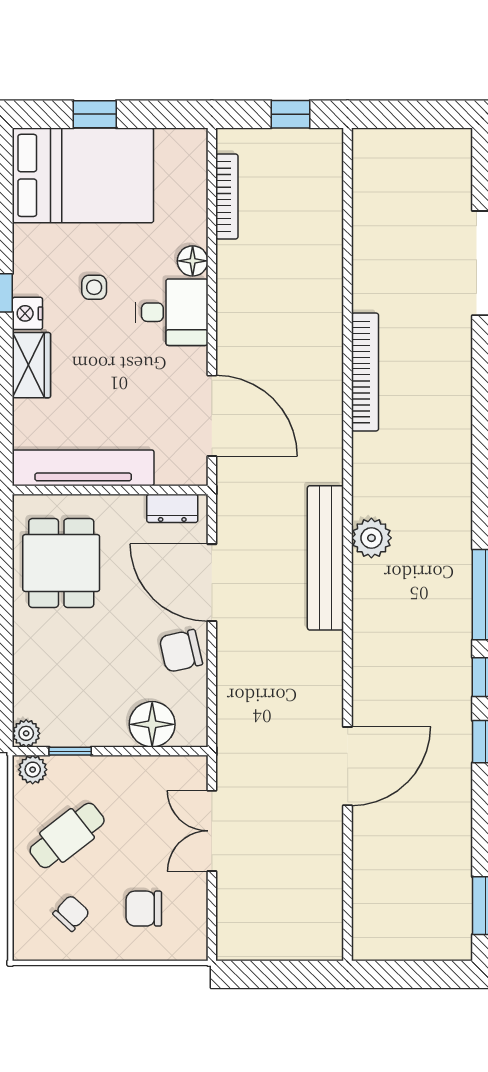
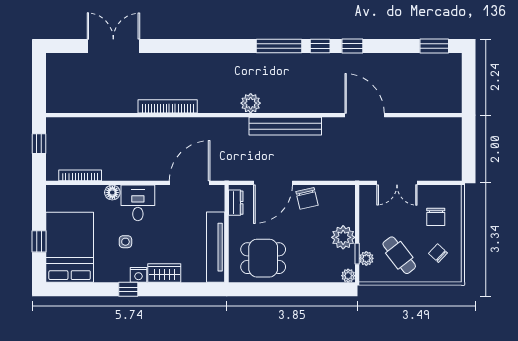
bench: (325, 558) -> (285, 126), moved
plant: (103, 723) -> (343, 237), added
floor lamp: (152, 724) -> (344, 213), removed
plant: (33, 770) -> (366, 258), moved

